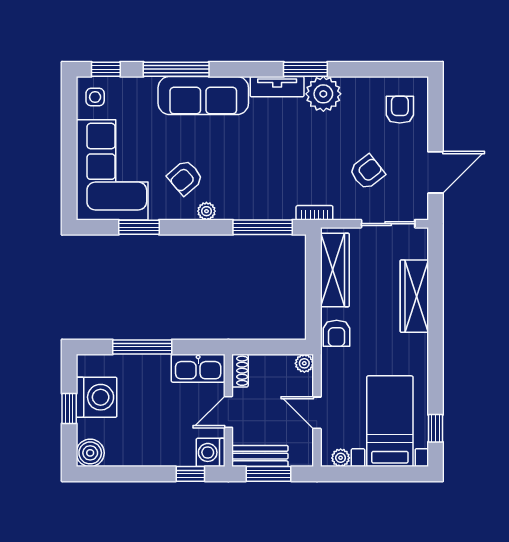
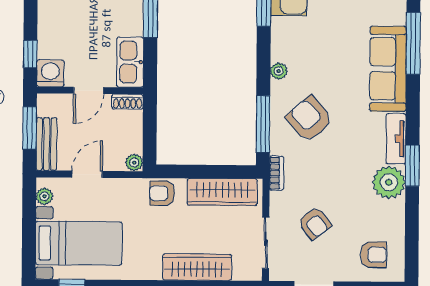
armchair: (185, 178) -> (309, 119), moved, width x1.38, depth x1.38
door: (228, 412) -> (89, 90), swing flipped
bench: (260, 456) -> (46, 144), moved

